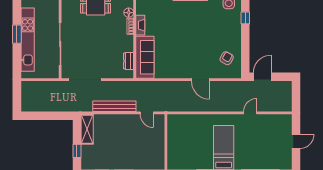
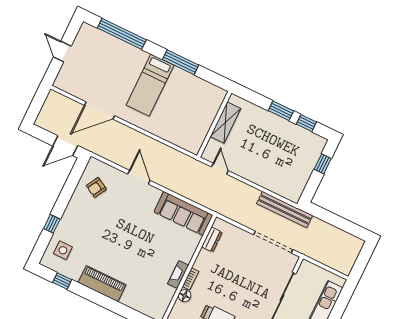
sofa: (145, 57) -> (183, 213), moved, turned -90
bench: (114, 106) -> (285, 210), moved
door: (250, 113) -> (99, 111), width x1.87
shelving: (87, 129) -> (225, 123), moved
door: (296, 141) -> (62, 52), hinge flipped

